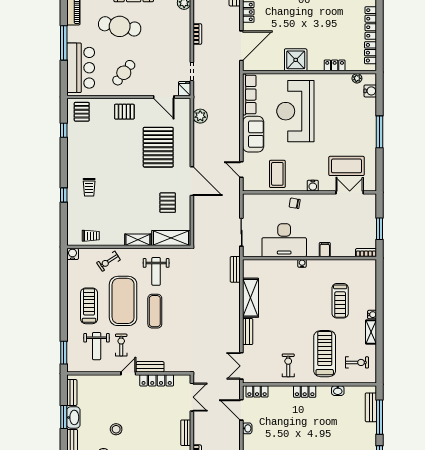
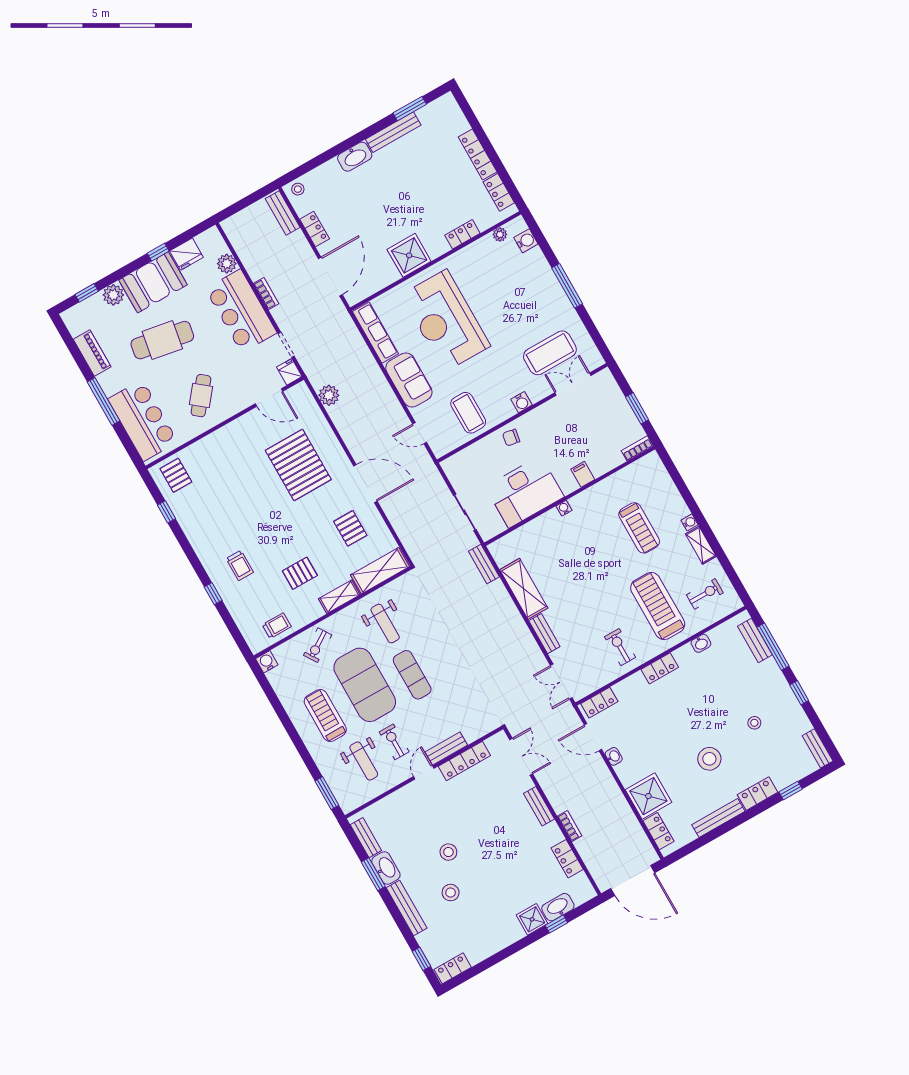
bar counter: (177, 36) -> (241, 311), added
pallet: (124, 112) -> (300, 573), moved

